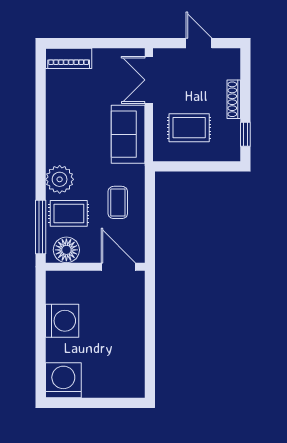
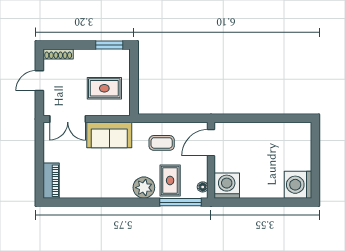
shoe rack: (234, 99) -> (58, 54), moved
rug: (189, 128) -> (104, 88), turned 90
window: (245, 134) -> (109, 45), width x1.50
floor lamp: (66, 250) -> (203, 187), width x0.53, depth x0.53
washing machine: (62, 321) -> (227, 186), moved

